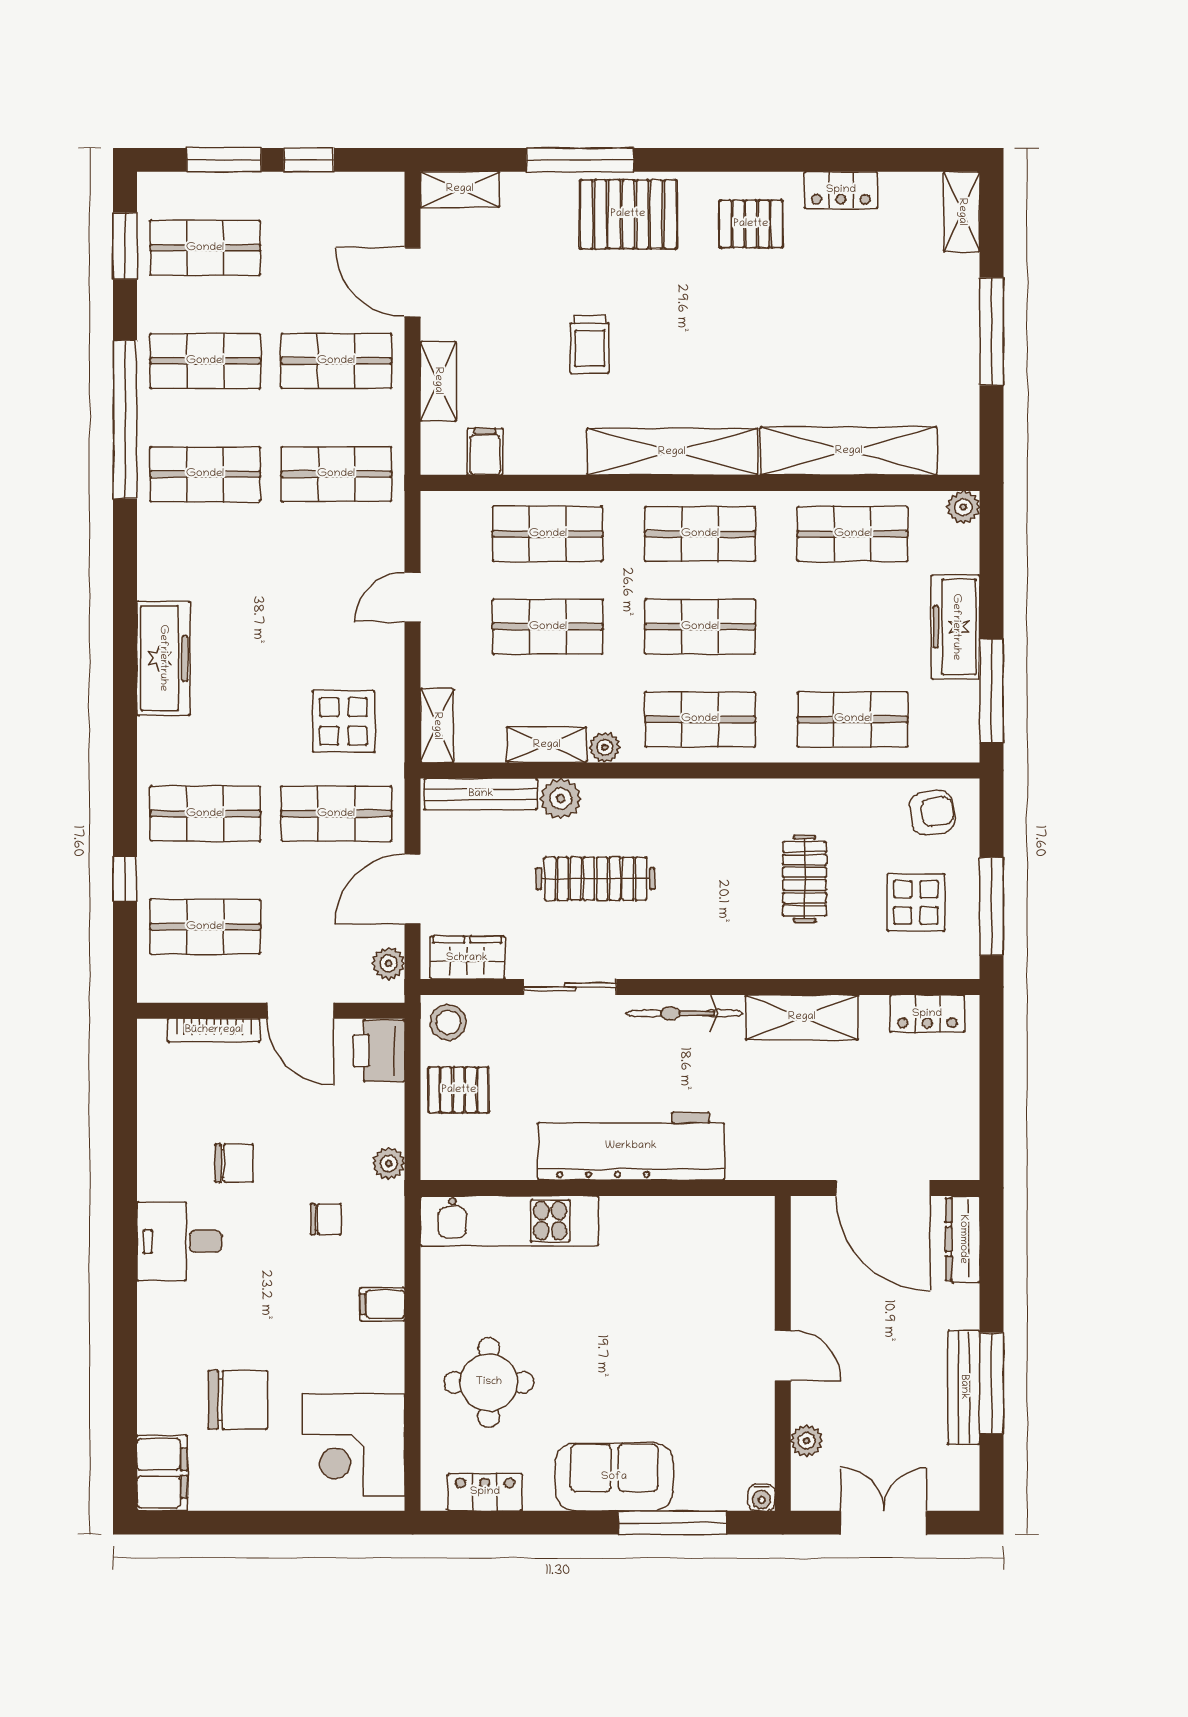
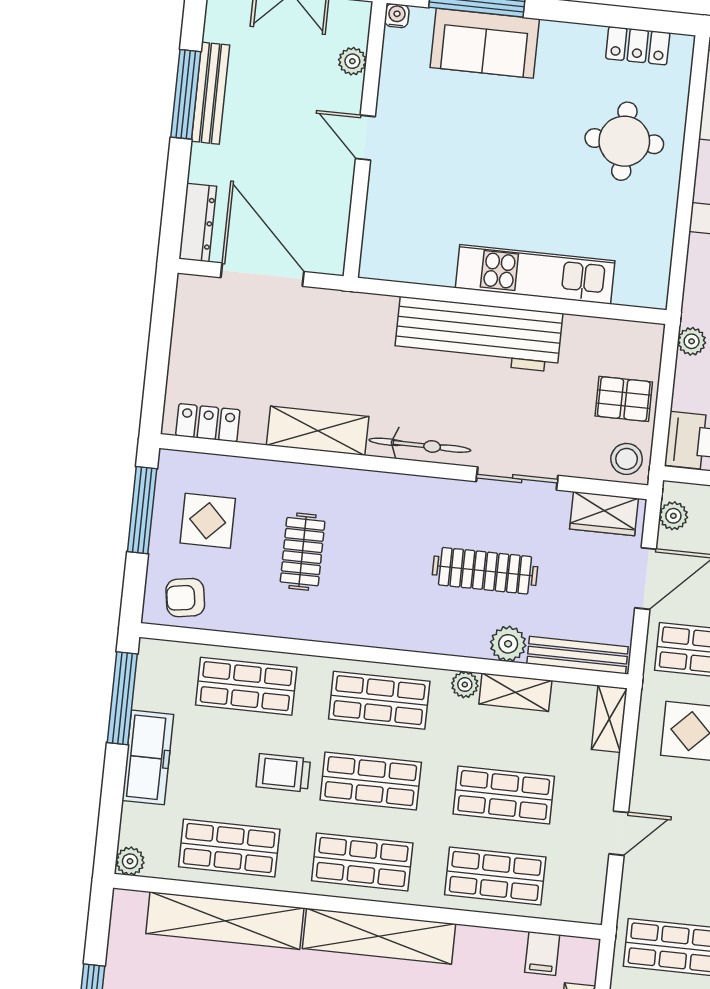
trolley: (800, 626) -> (283, 773), added
kitchen unit: (509, 1221) -> (535, 274), moved
sofa: (614, 1477) -> (485, 43), moved

